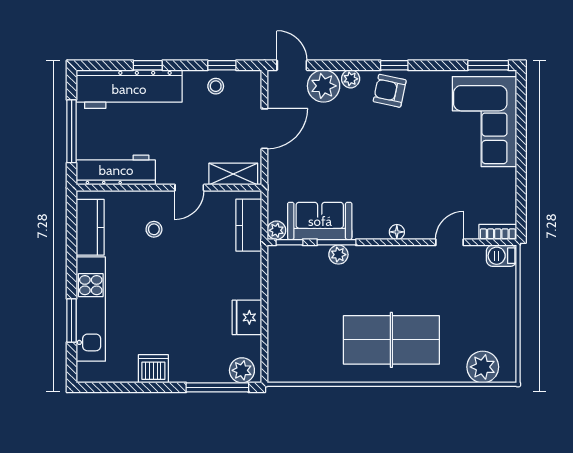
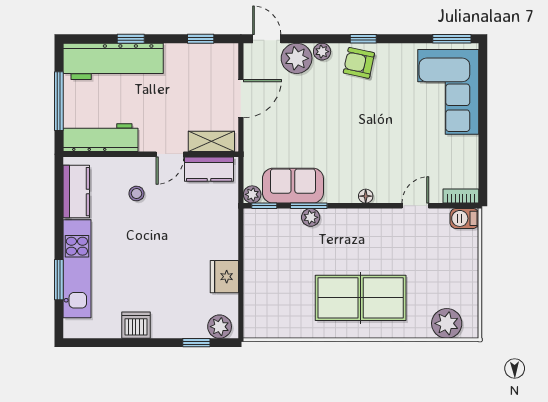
stool: (216, 86) -> (195, 59), removed
kitchen counter: (249, 225) -> (209, 169), moved, turned -90
window: (217, 387) -> (196, 343), width x0.46

